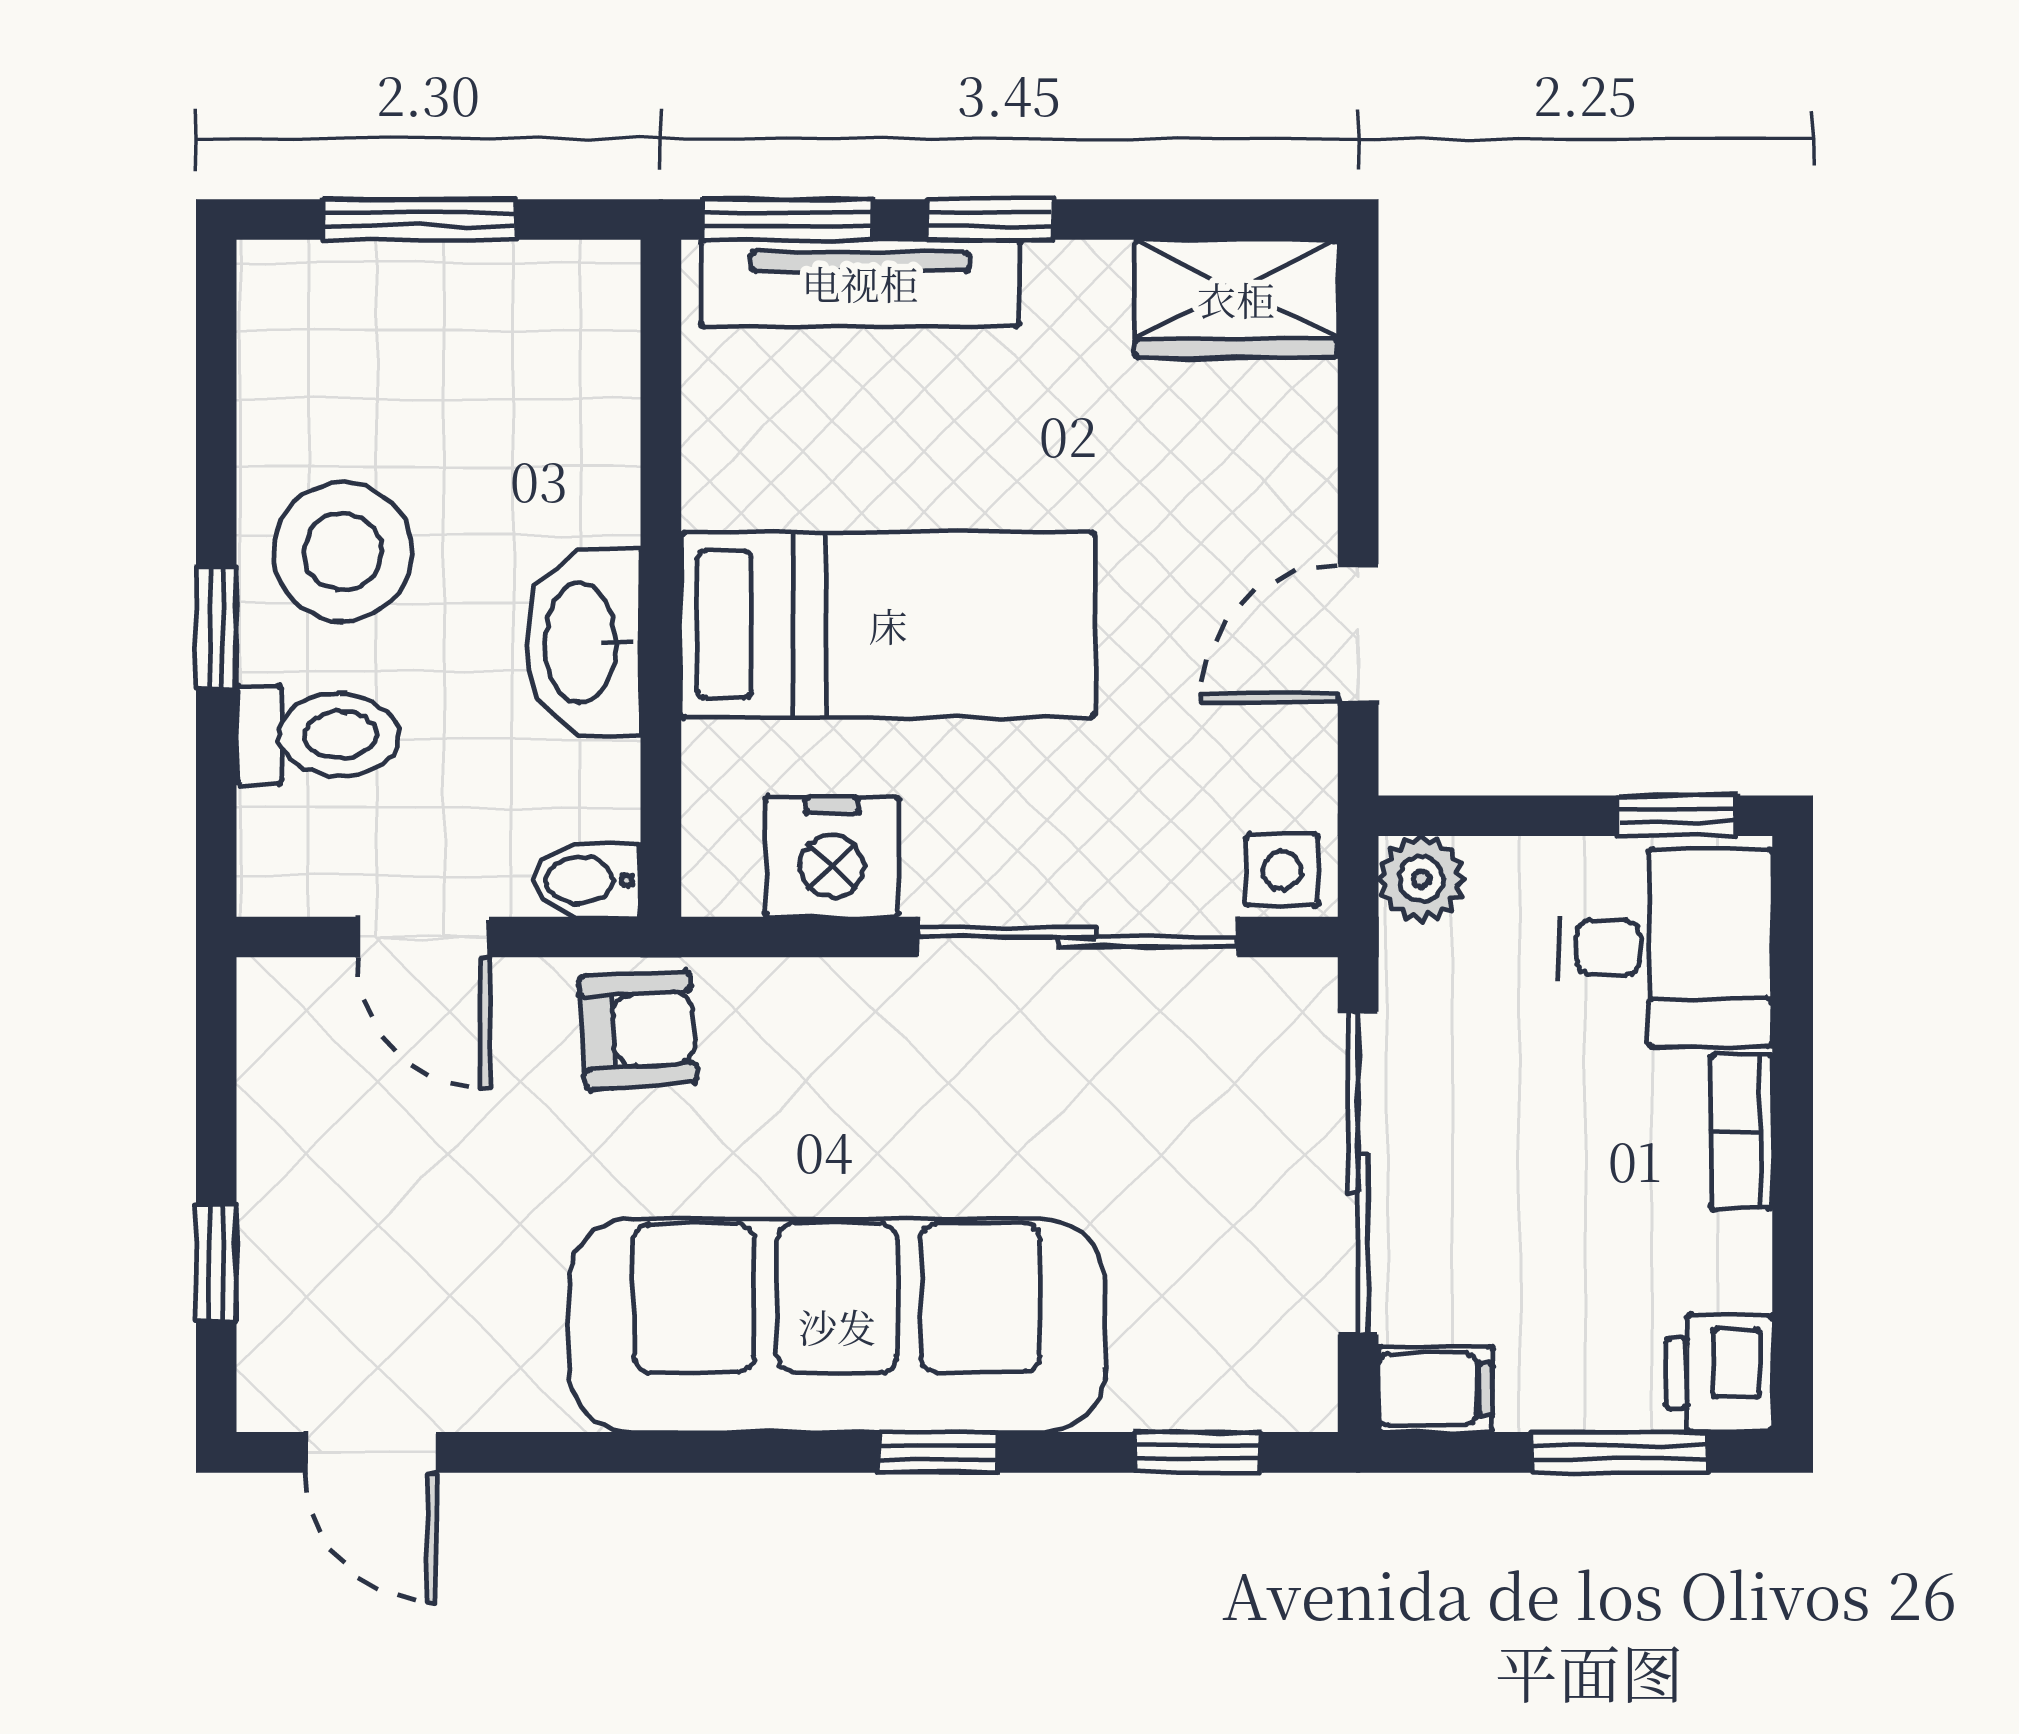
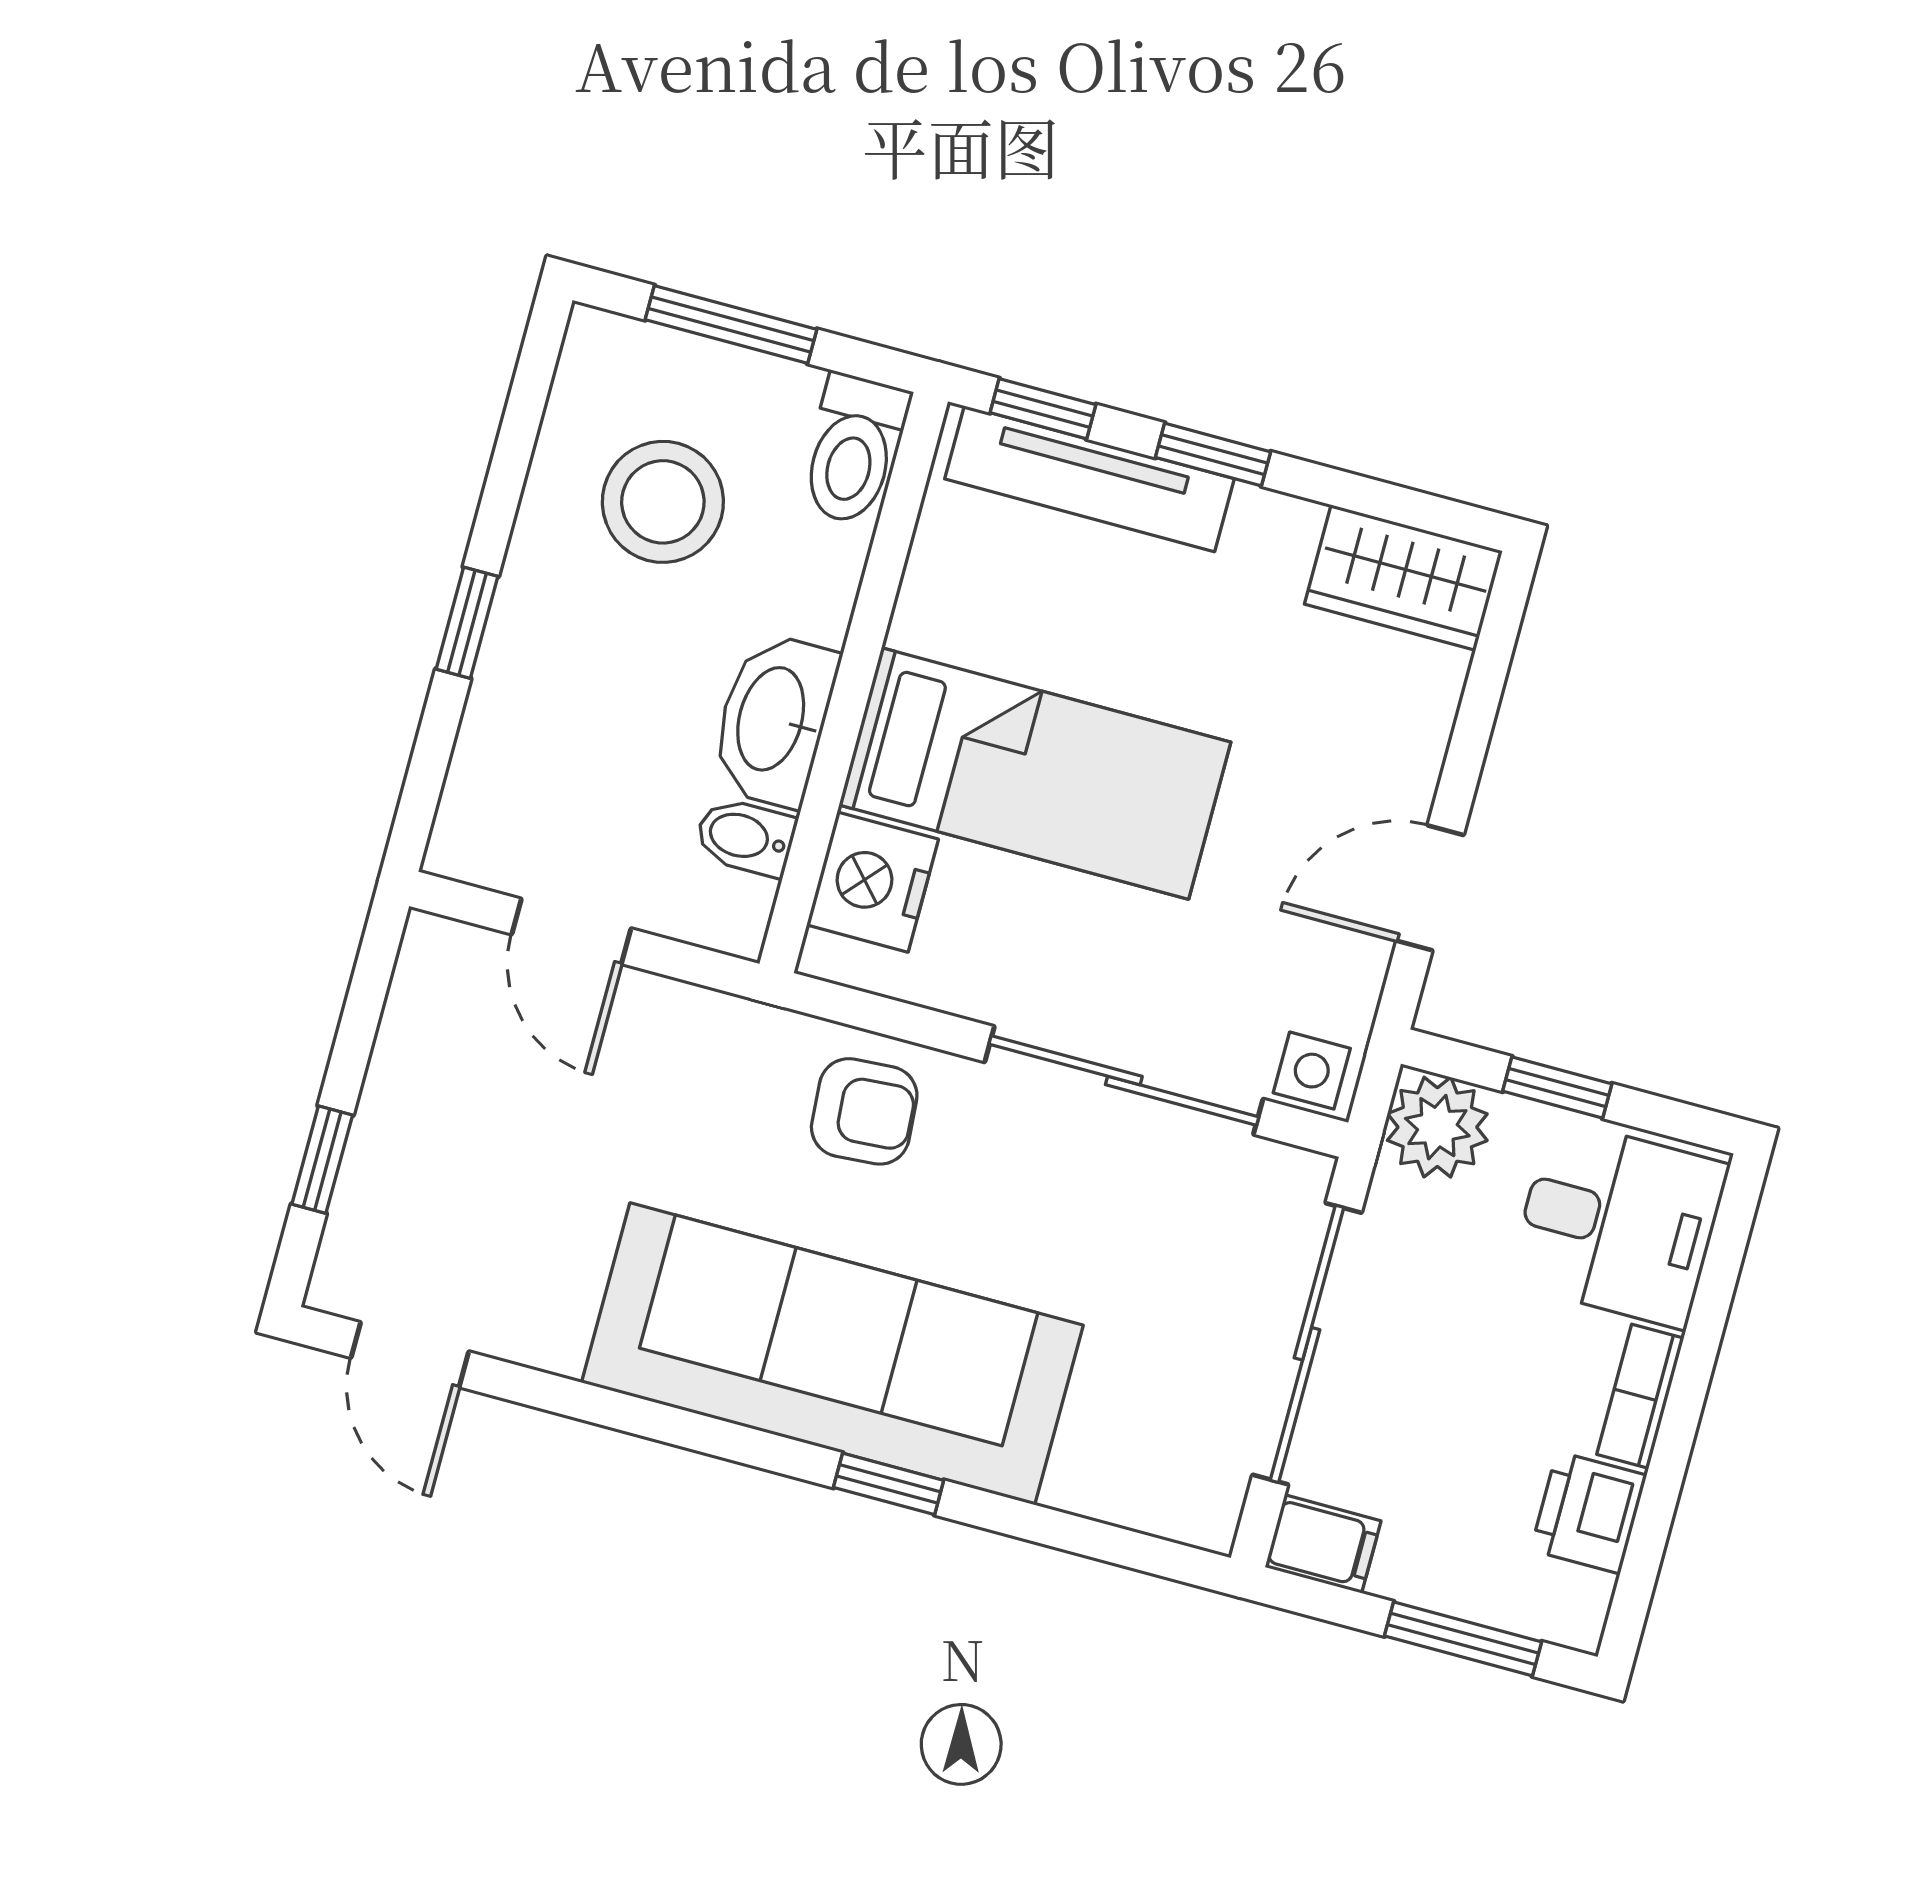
window: (788, 220) -> (1043, 409), width x0.67
stool: (343, 552) -> (663, 502), moved
toilet: (318, 735) -> (854, 449), moved, turned 90
window: (1678, 816) -> (1557, 1088), moved
nightstand: (832, 857) -> (873, 882), moved, turned 90
plant: (1421, 879) -> (1437, 1127), width x1.38, depth x1.38
bidet: (587, 880) -> (745, 837), moved
armchair: (638, 1030) -> (864, 1111), moved
printer: (1719, 1374) -> (1589, 1513), moved
window: (1198, 1452) -> (1108, 1543), removed

